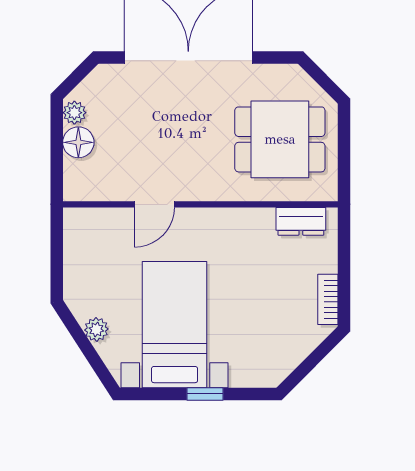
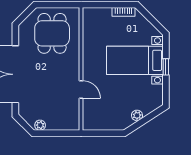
floor lamp: (78, 142) -> (53, 123), removed
dresser: (301, 221) -> (89, 24), removed
bed with nightstands: (175, 325) -> (135, 60), moved

